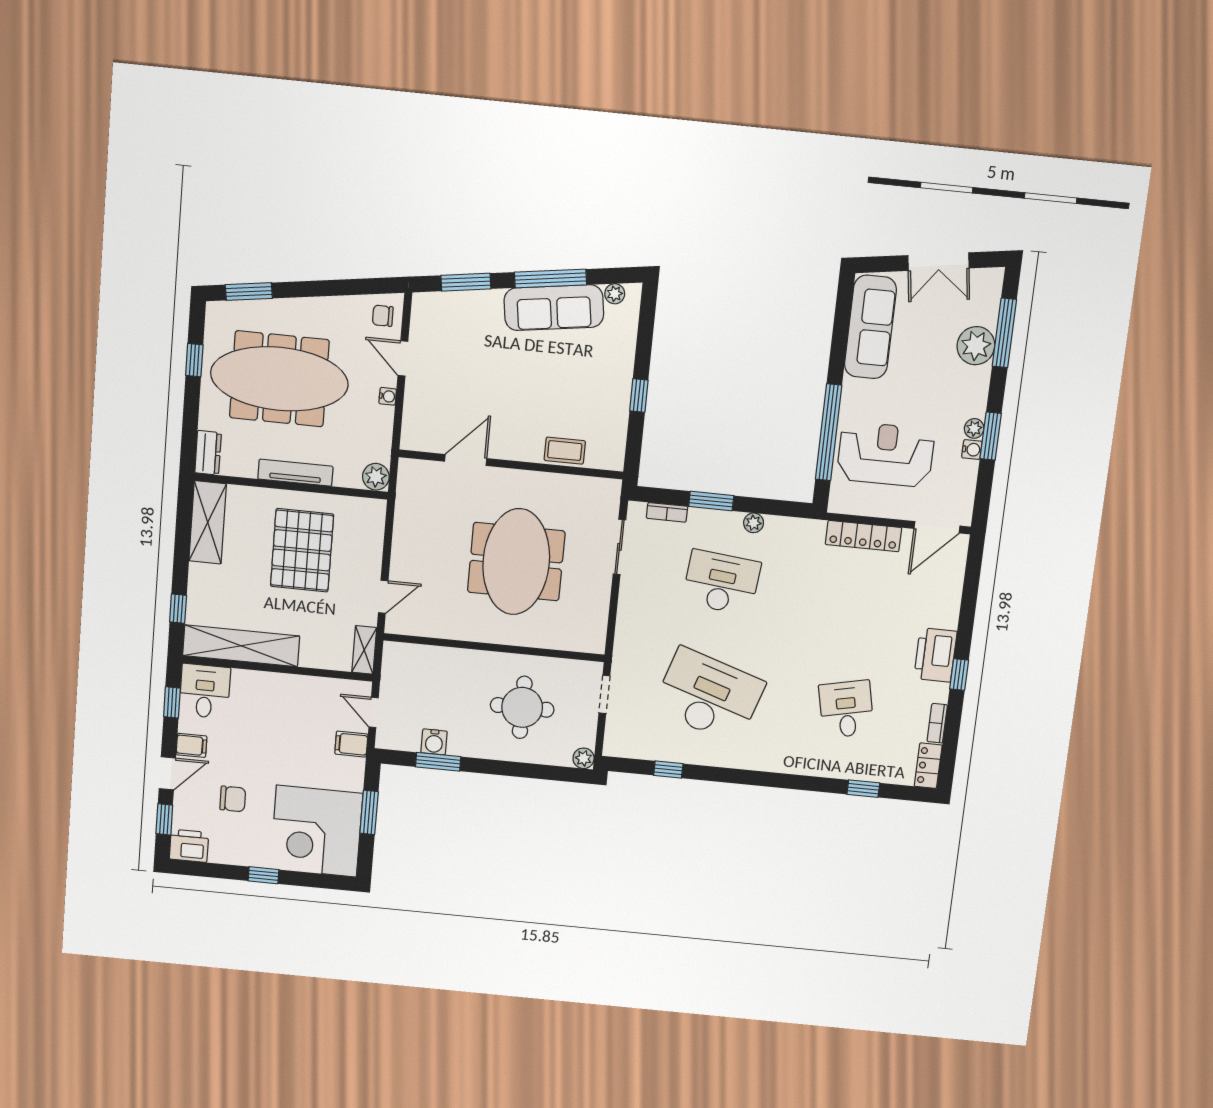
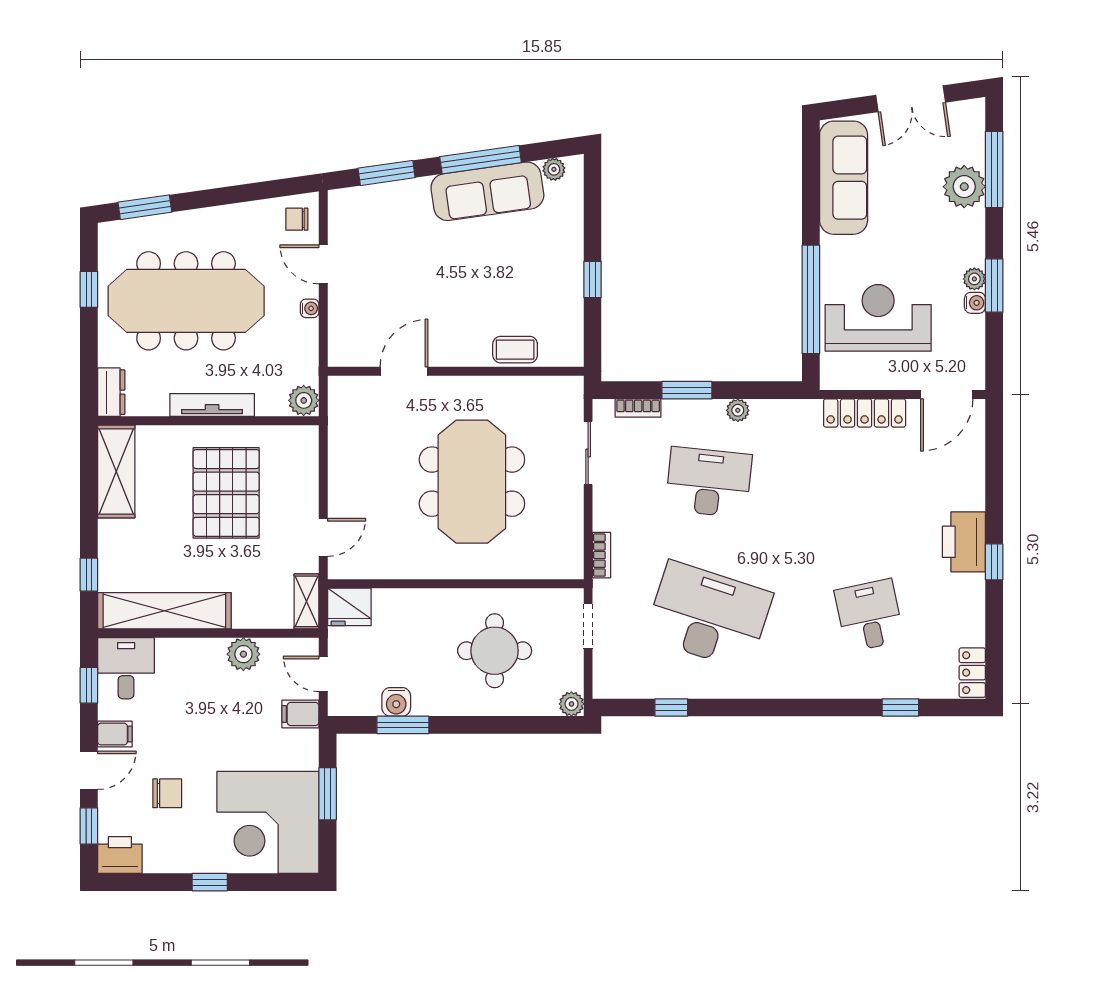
fridge: (401, 658) -> (349, 607), added
plant: (306, 689) -> (243, 654), added
bookcase: (937, 723) -> (602, 555), moved, turned 180

